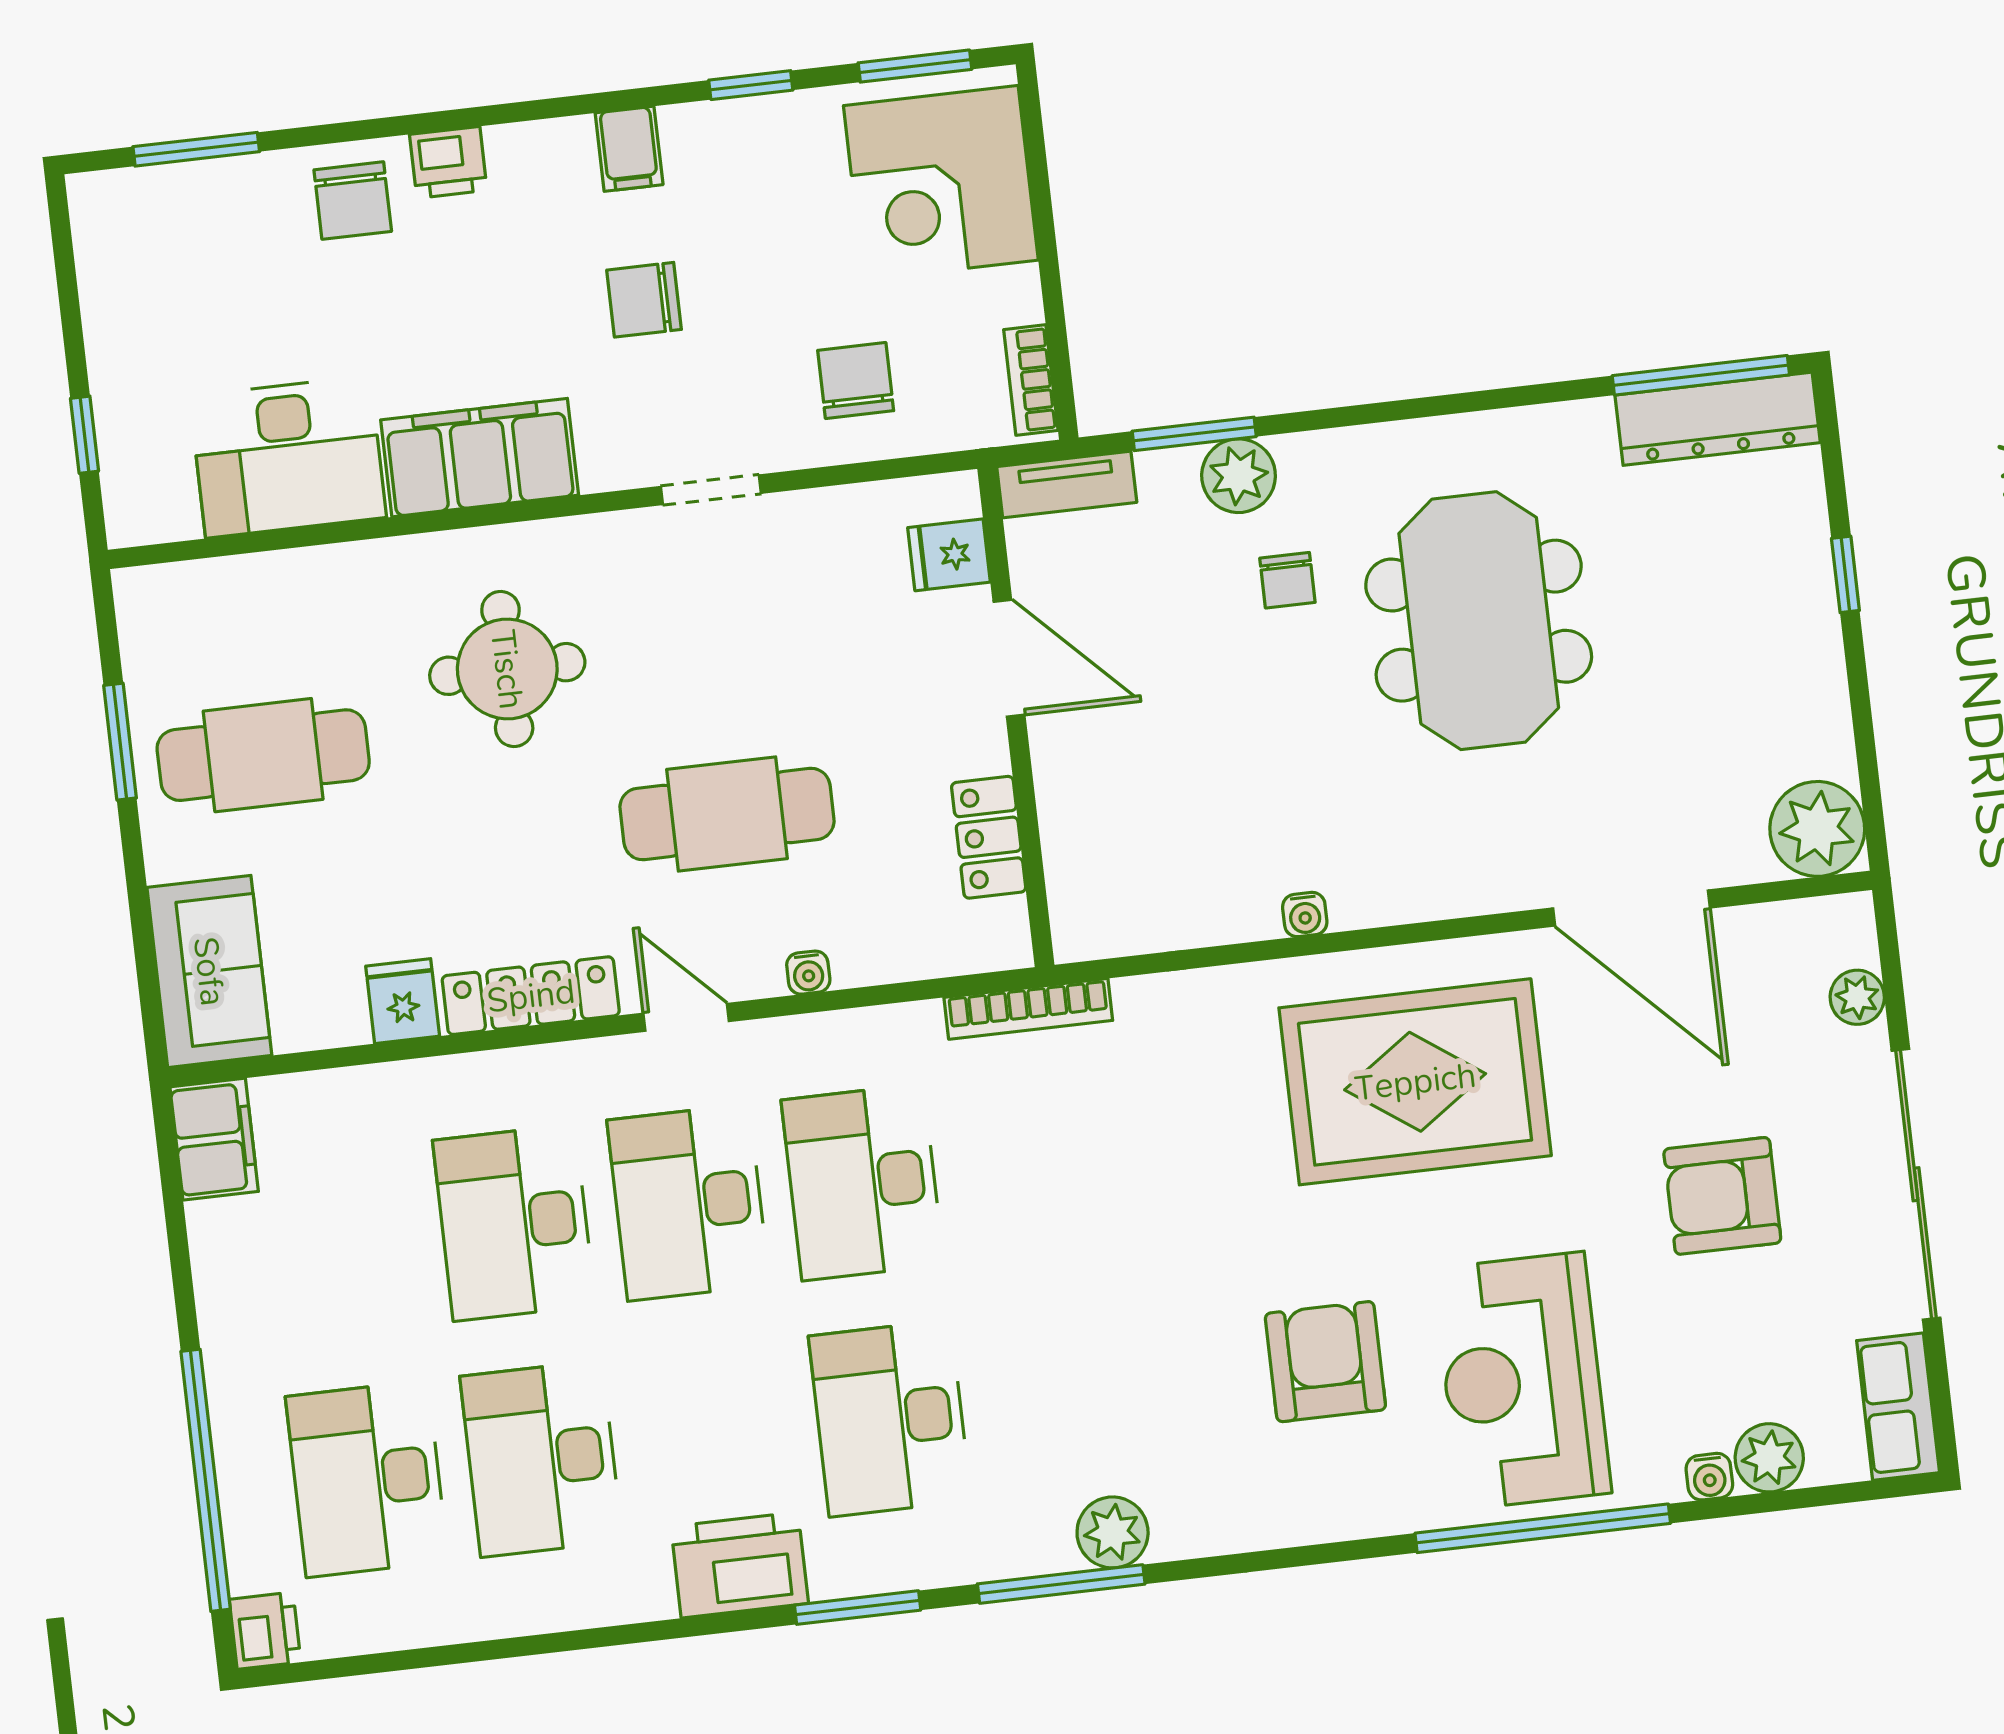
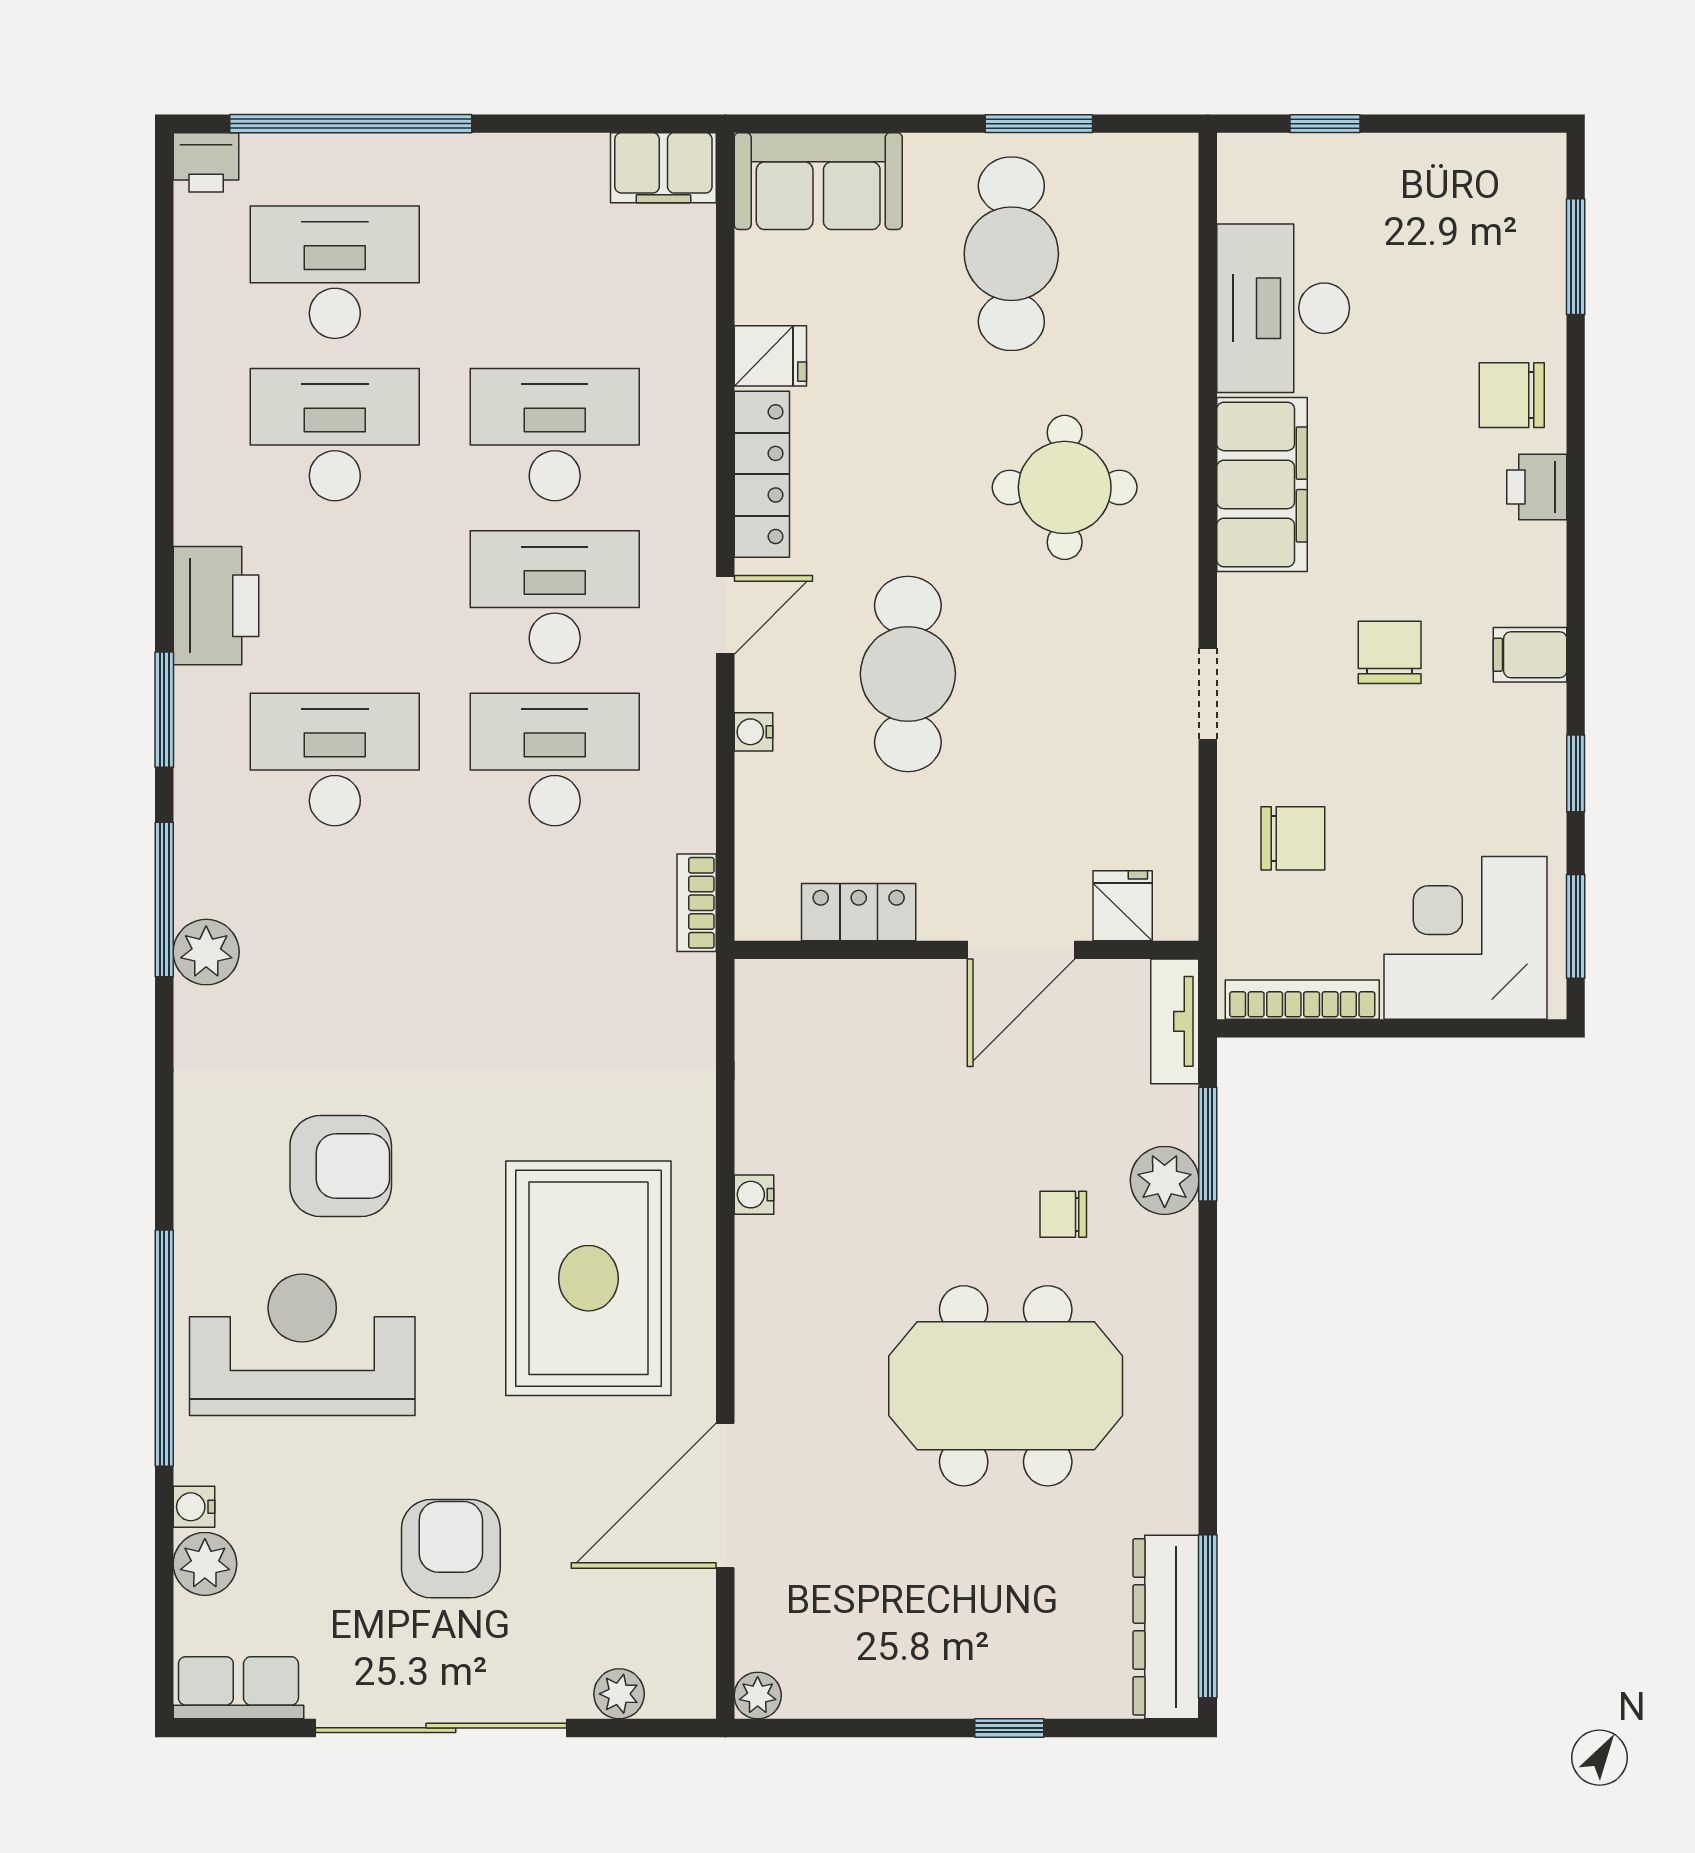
bookcase: (1031, 380) -> (1302, 1000), width x1.56
plant: (1817, 829) -> (758, 1695), width x0.53, depth x0.53
bookcase: (1028, 1009) -> (697, 903), width x0.64

